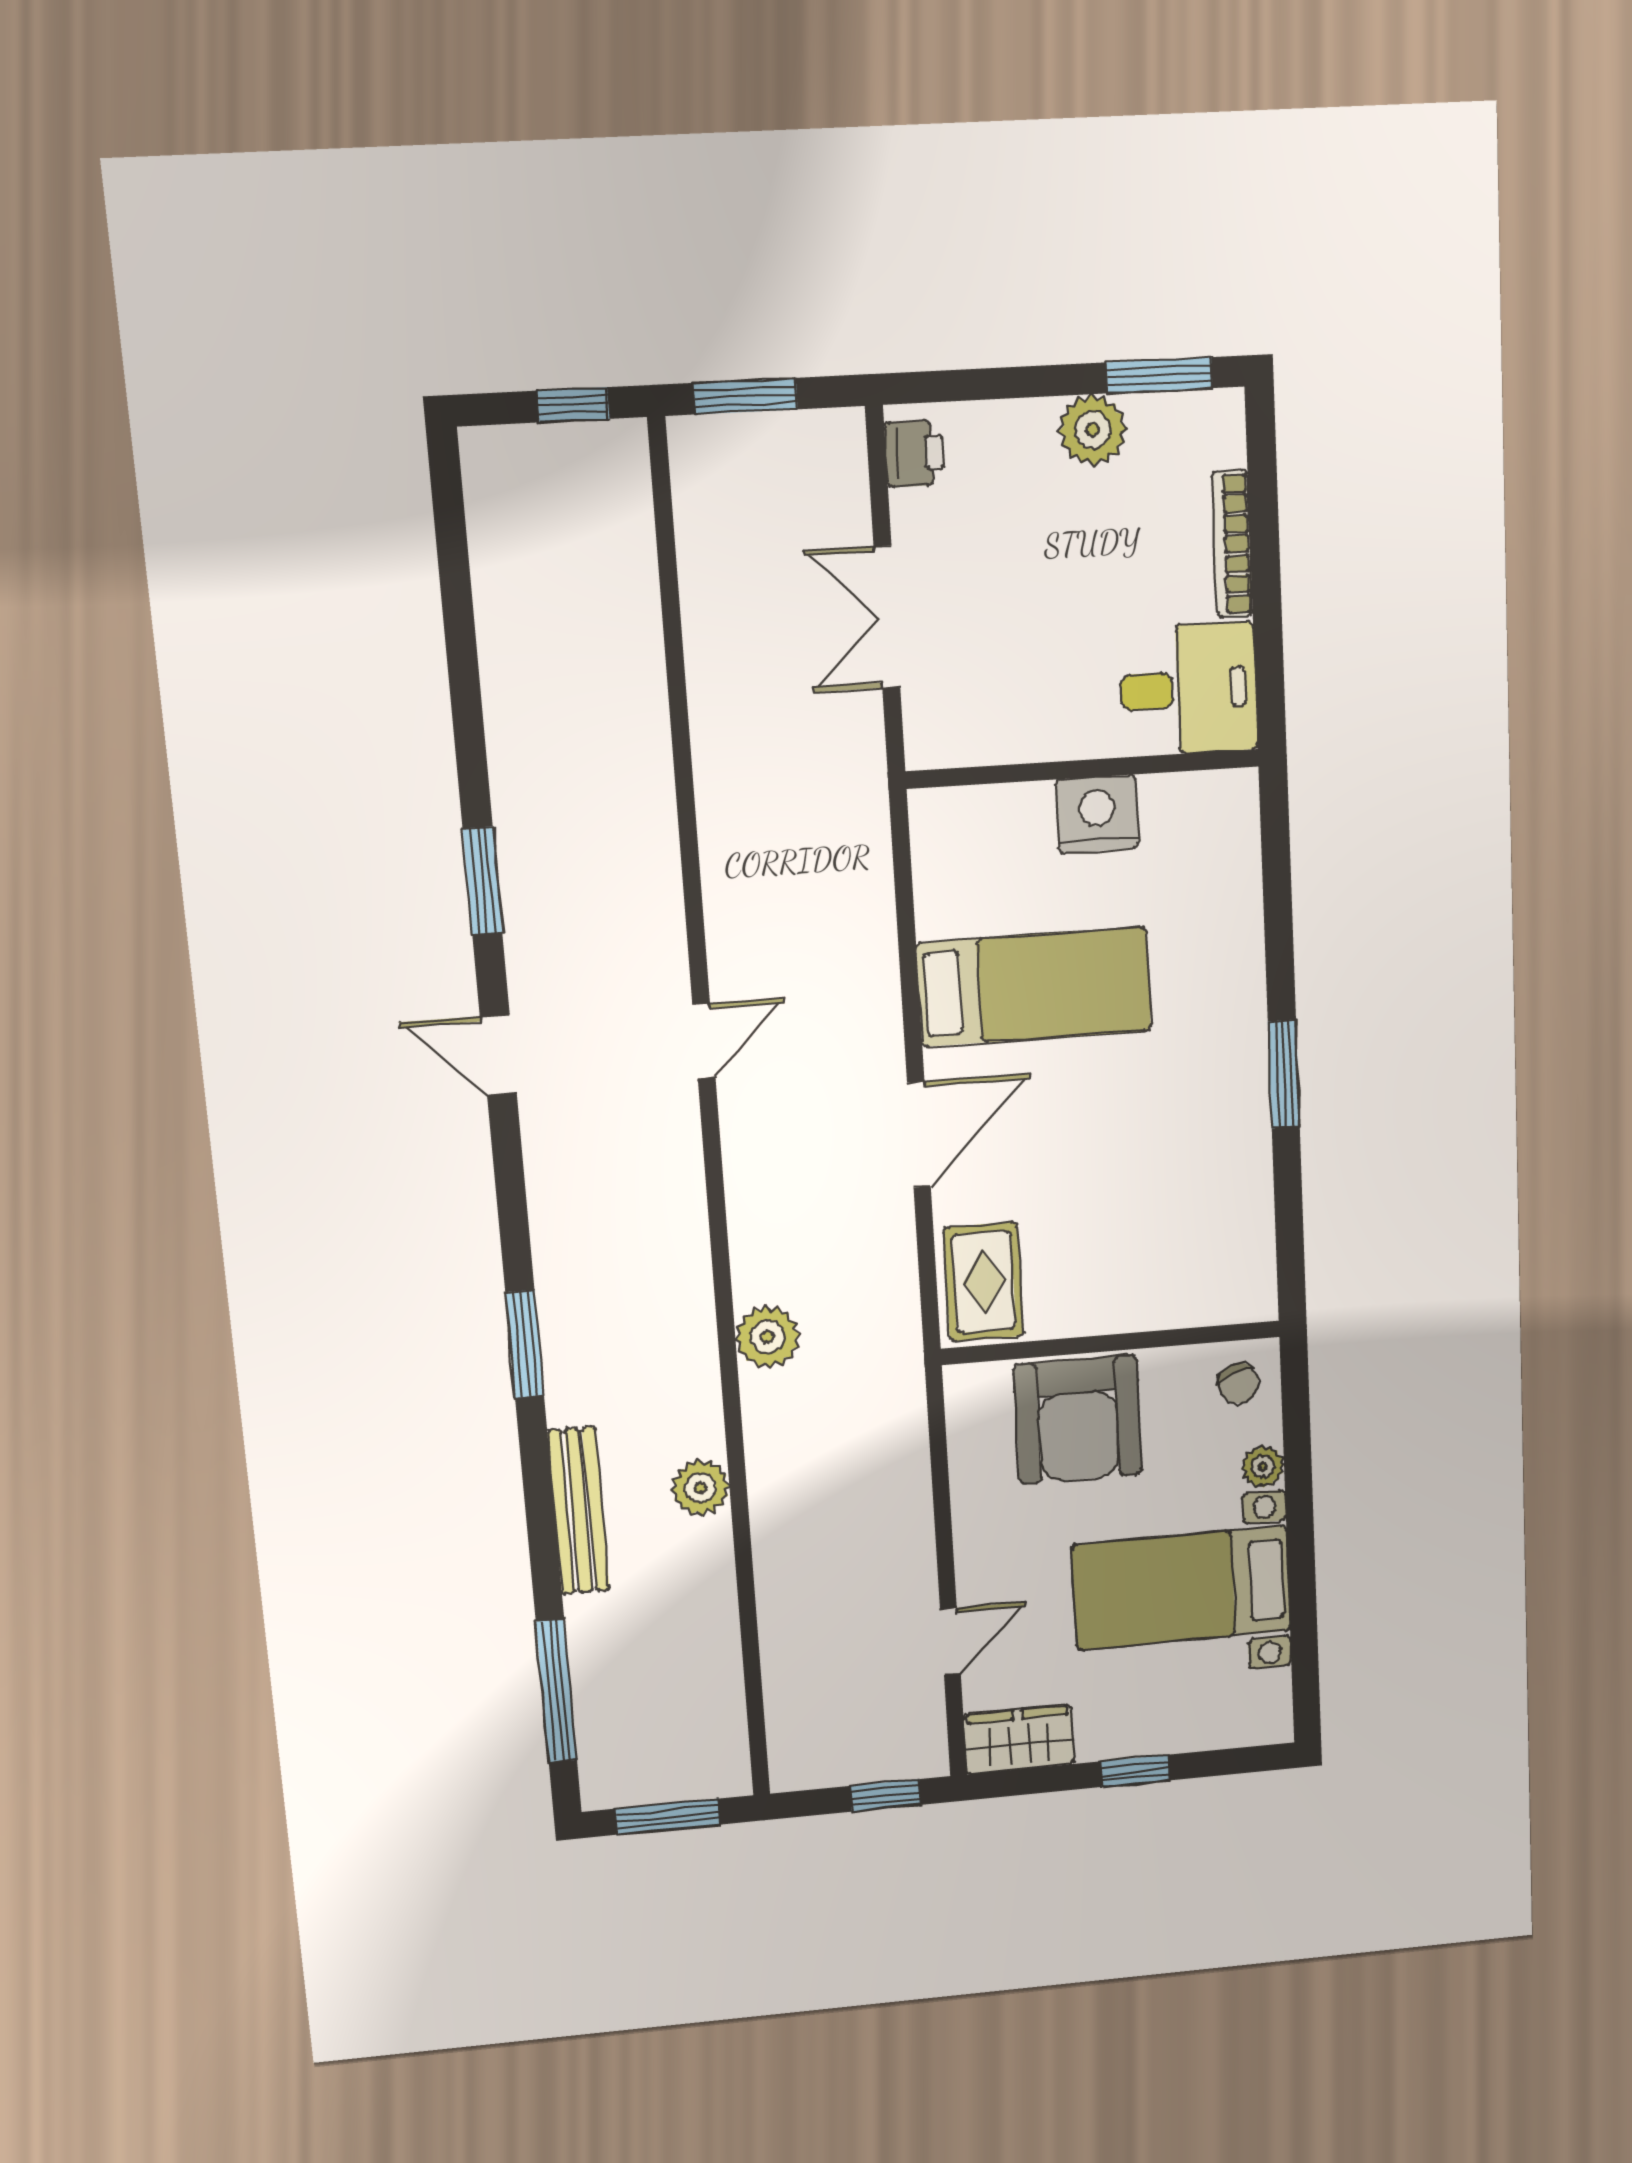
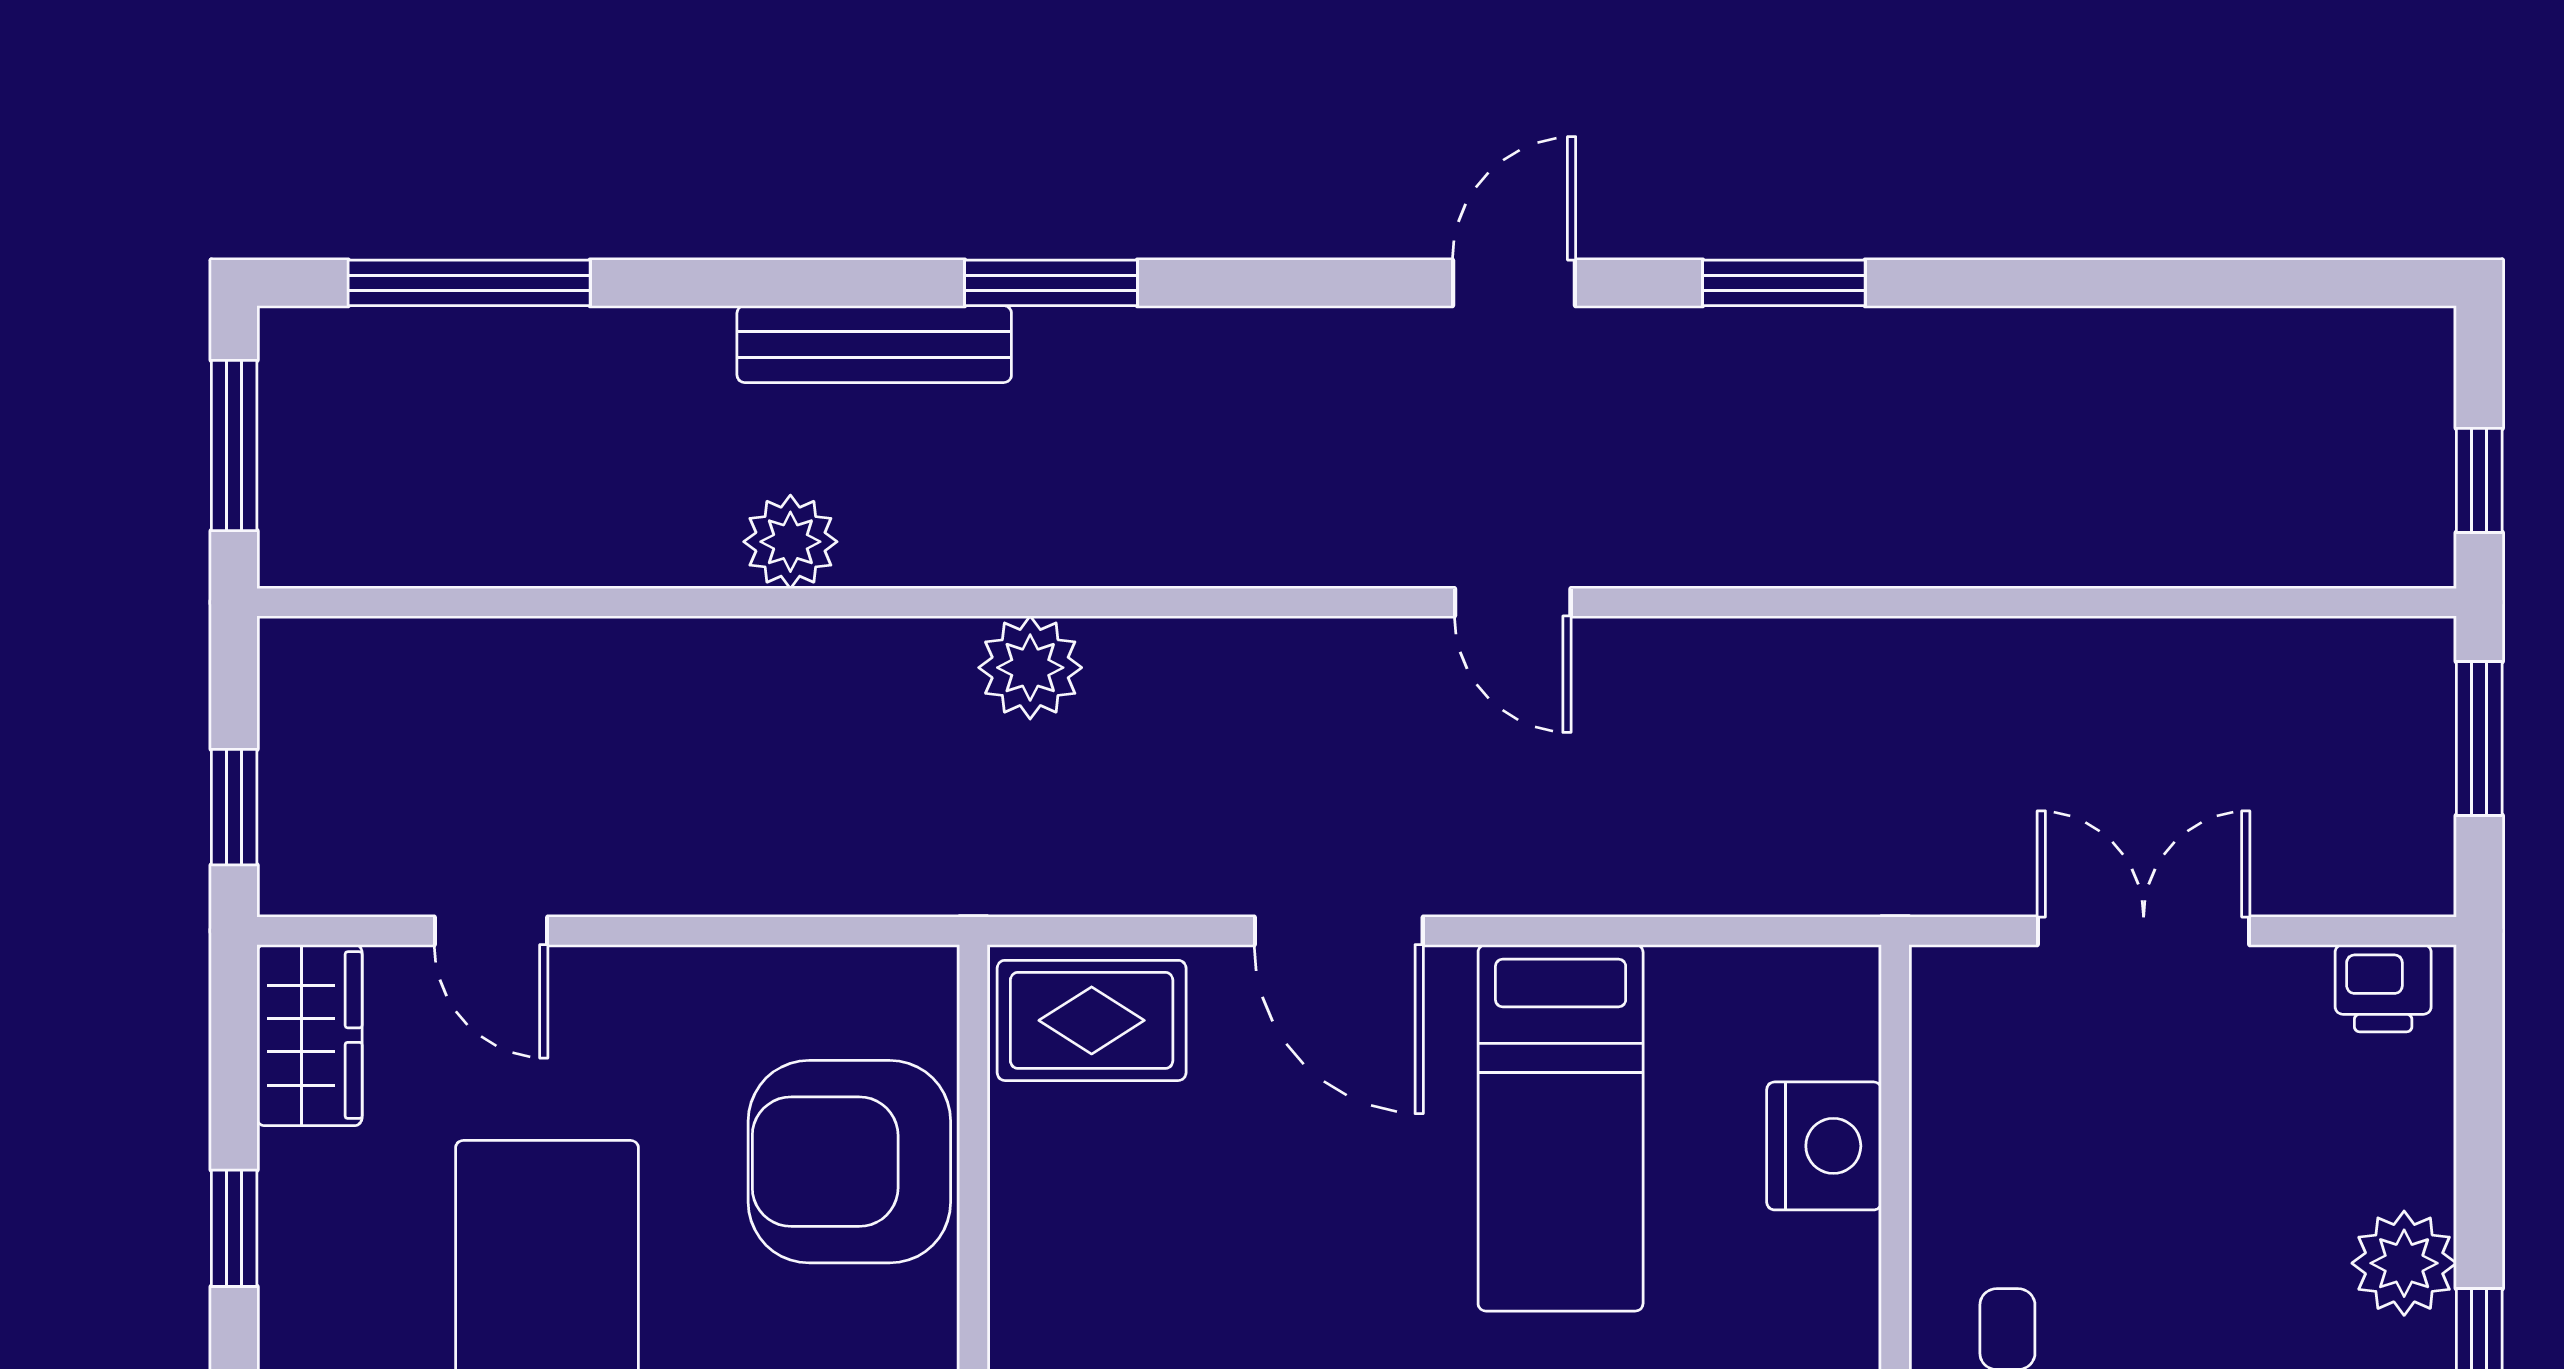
nightstand: (1097, 814) -> (1824, 1146), moved
bench: (579, 1511) -> (874, 344), moved

